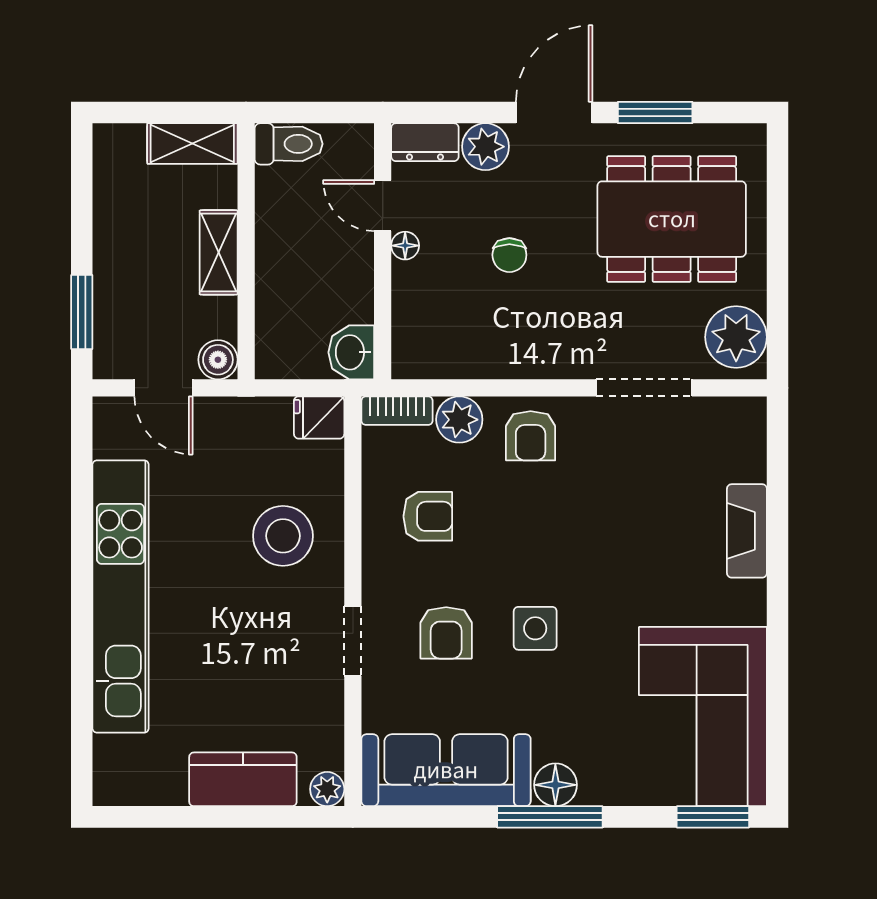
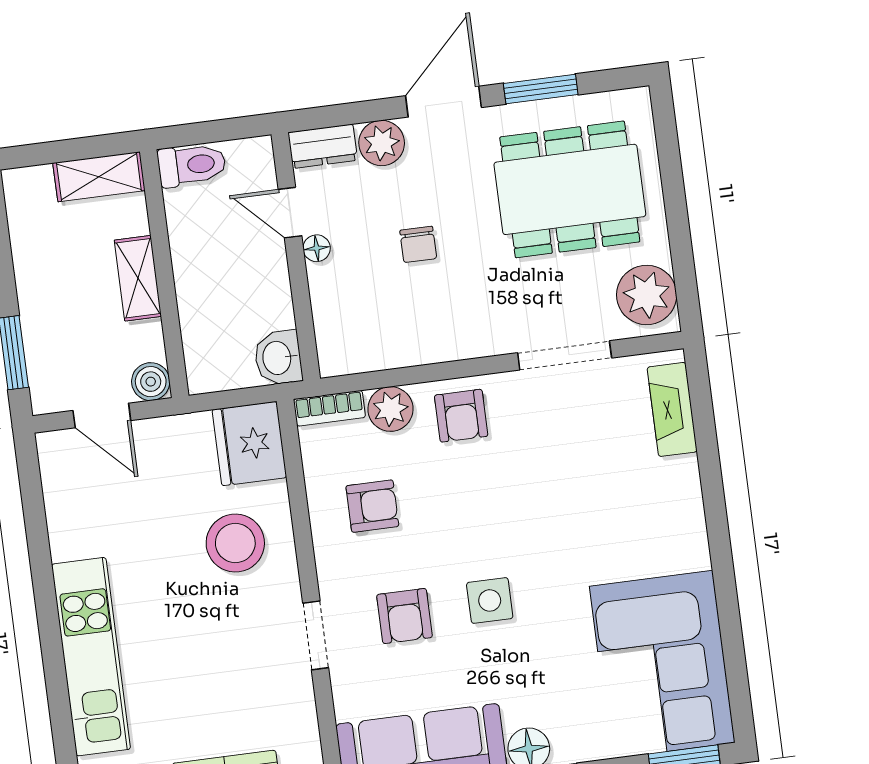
fridge: (319, 417) -> (249, 444), width x1.88, depth x1.34
fireplace: (747, 531) -> (672, 409), moved
kitchen unit: (121, 597) -> (91, 657), width x0.73

